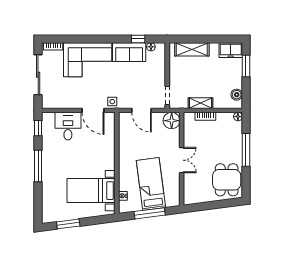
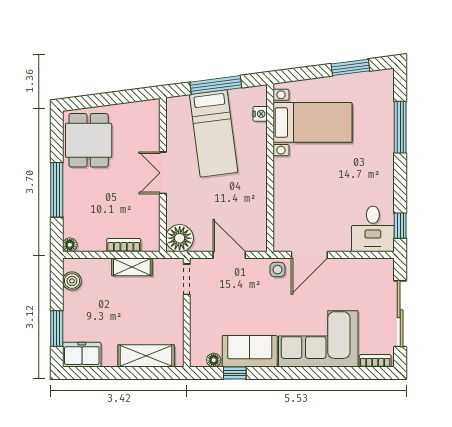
door: (93, 110) -> (309, 255), swing flipped
desk: (68, 126) -> (373, 229), moved
window: (38, 166) -> (400, 127), moved

